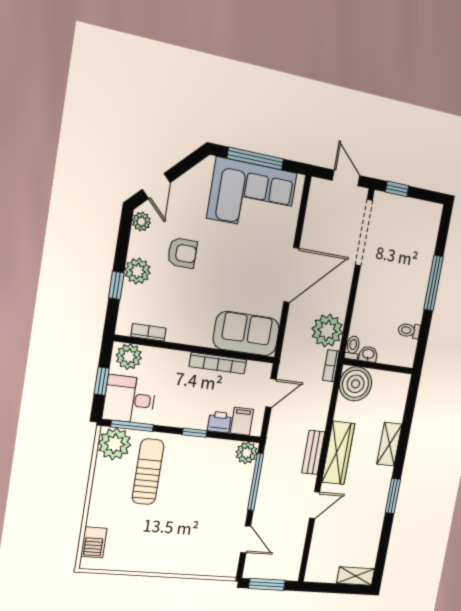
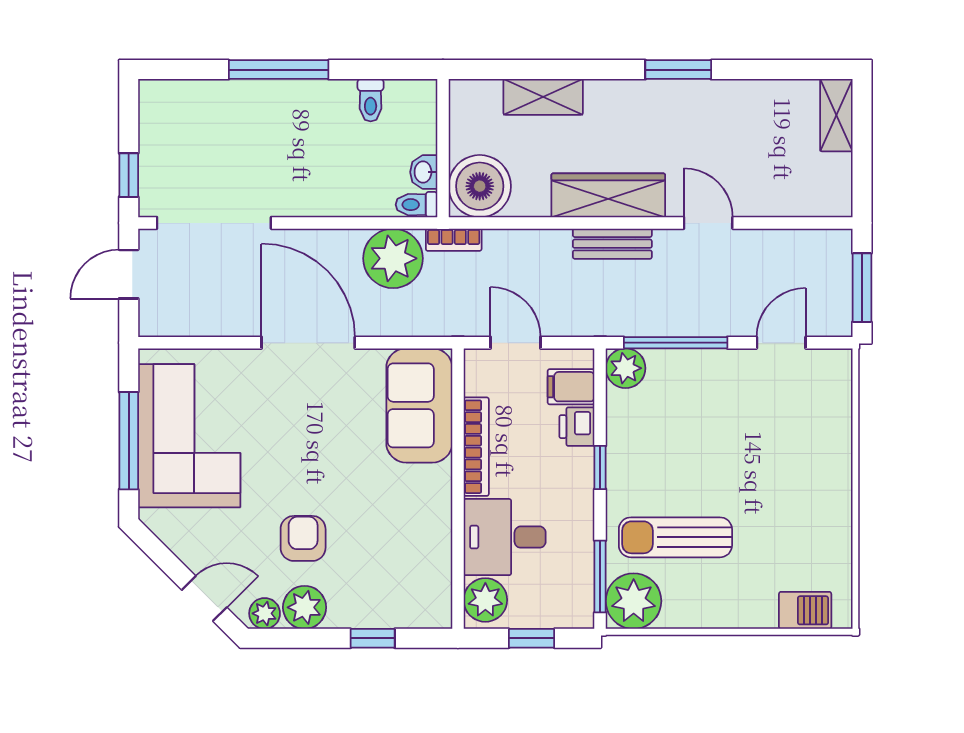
plant: (138, 271) -> (305, 607), moved
bookcase: (148, 332) -> (441, 574), removed
desk: (129, 400) -> (505, 537), moved, turned 90
shelving: (389, 444) -> (543, 97), moved

